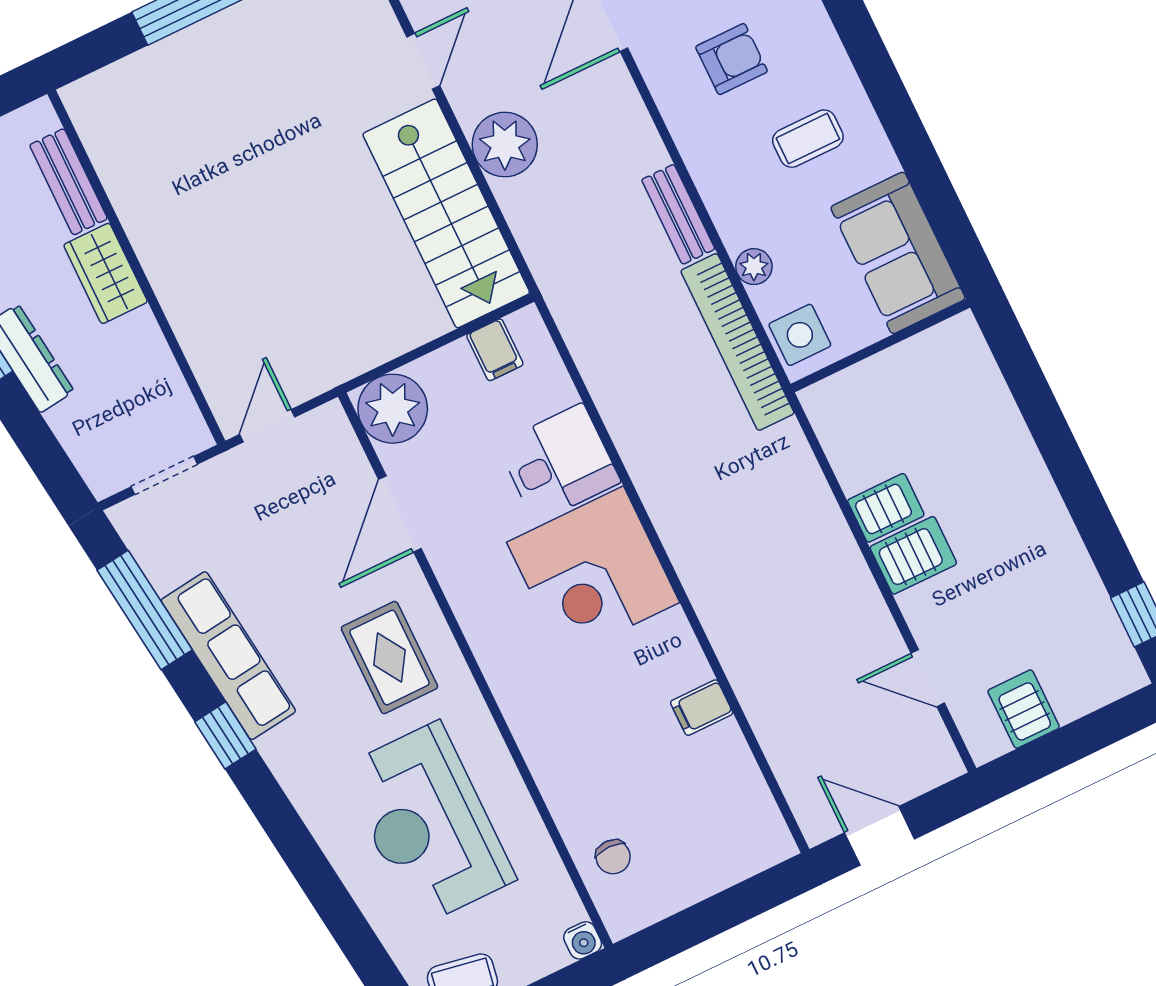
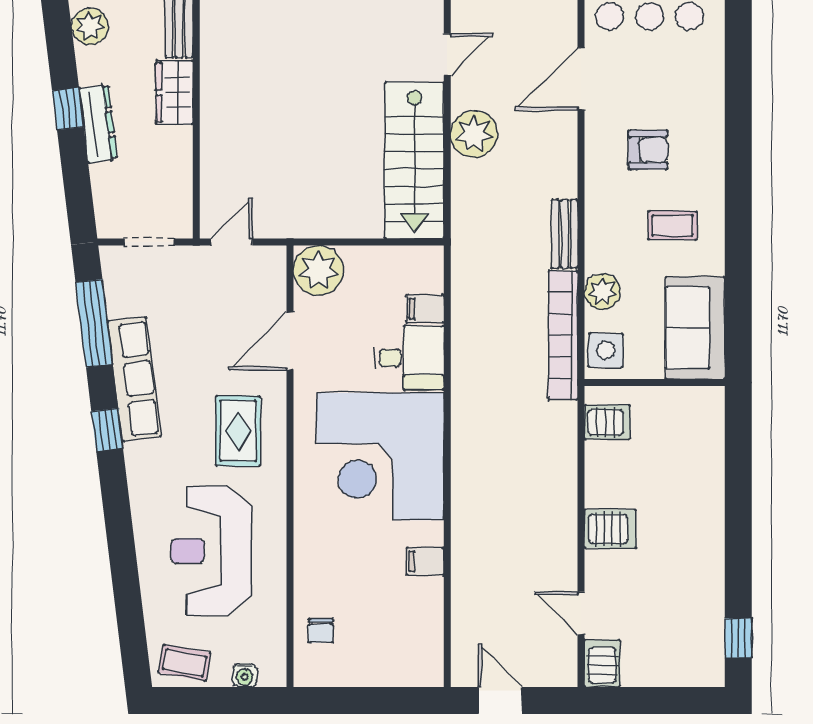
plant: (754, 267) -> (602, 292), width x1.38, depth x1.38
filing cabinet: (495, 350) -> (425, 309), moved, turned 90
server rack: (886, 508) -> (607, 422), moved
corner desk: (593, 572) -> (380, 456), width x1.36, depth x1.36
server rack: (1024, 709) -> (602, 663), moved
water cooler: (583, 940) -> (245, 675), moved

